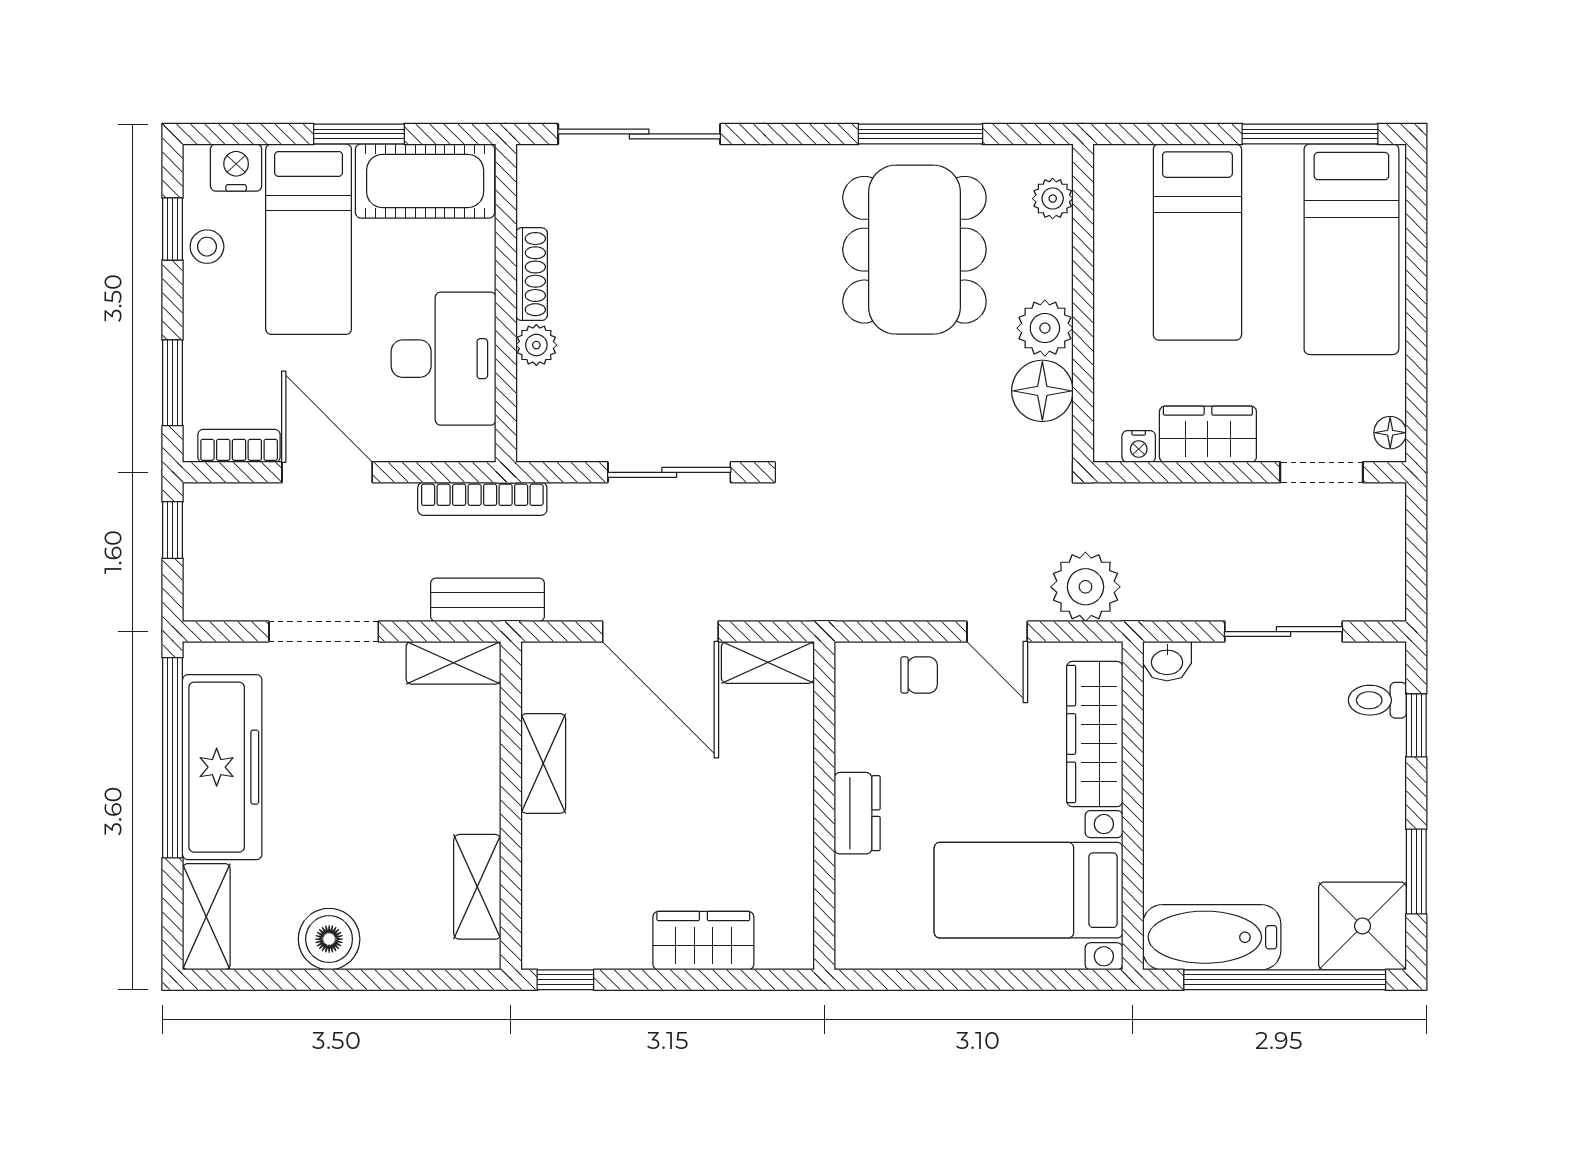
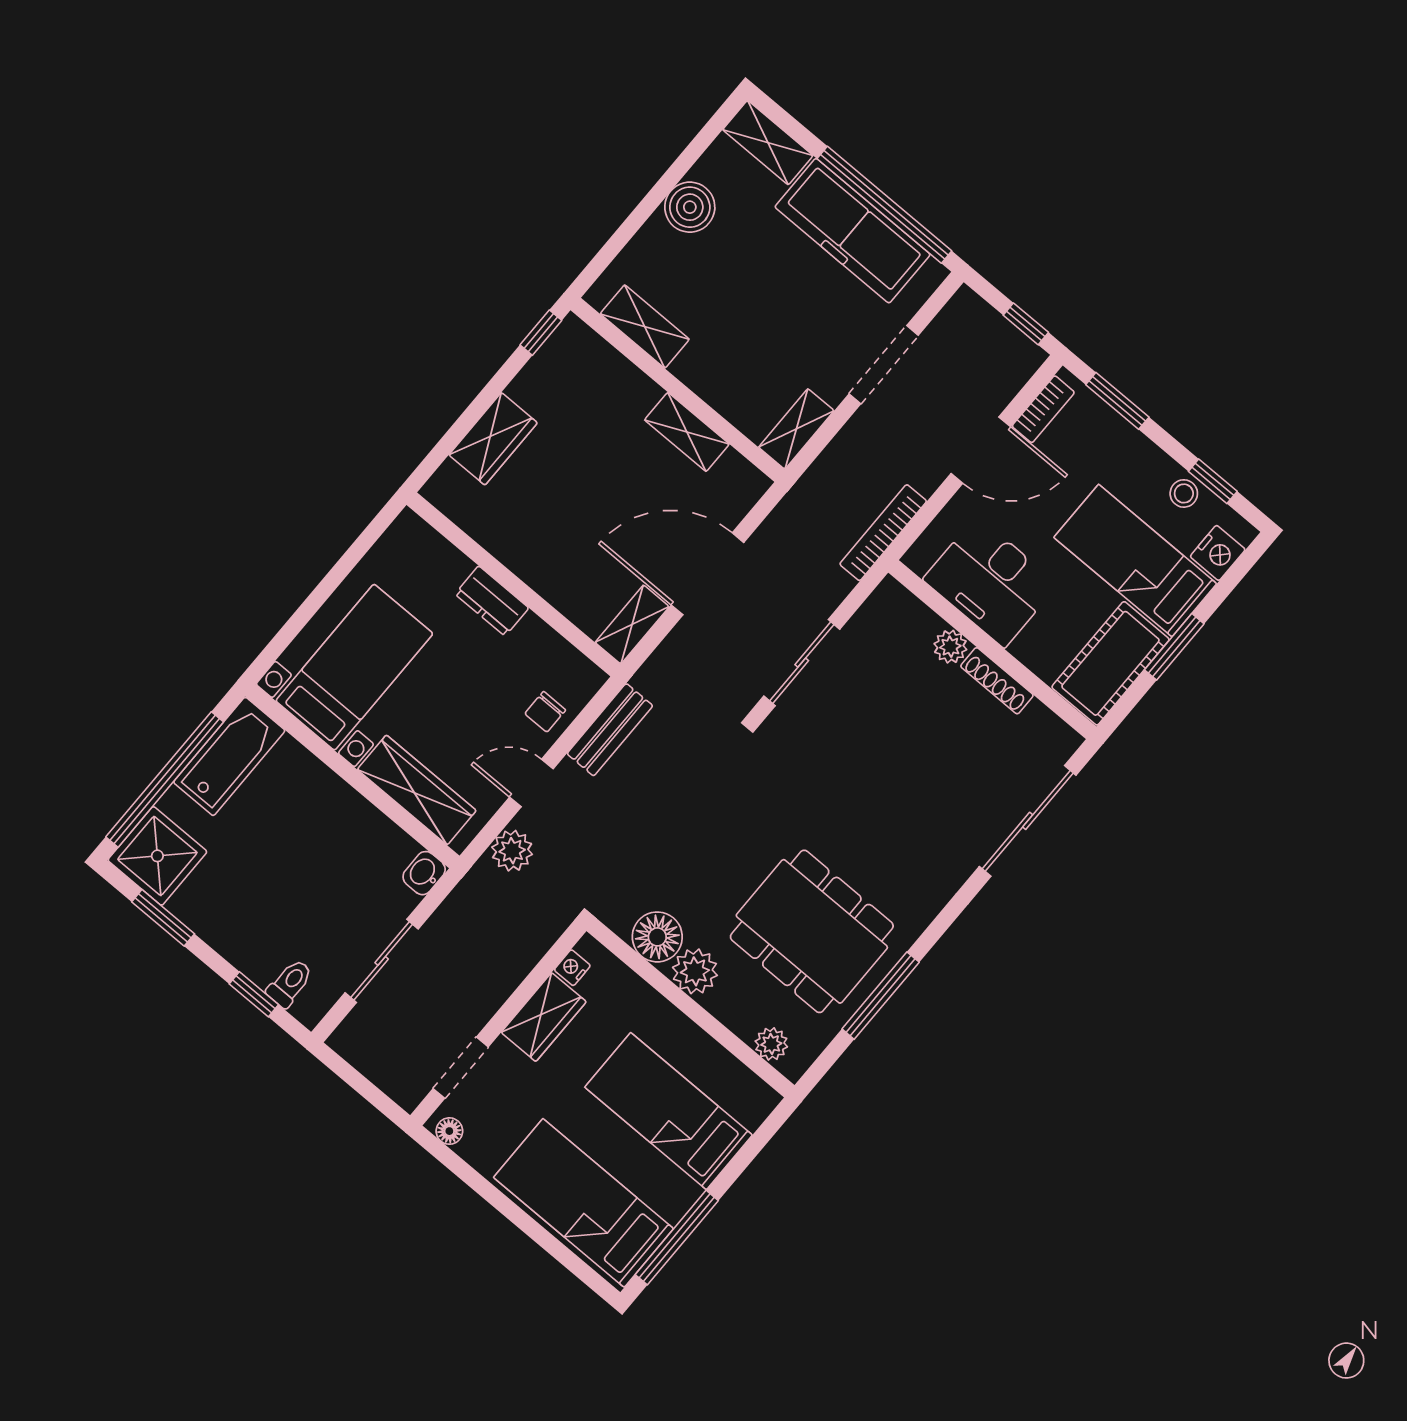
plant: (1085, 587) -> (512, 851), width x0.73, depth x0.73
bench: (488, 600) -> (610, 730), moved

